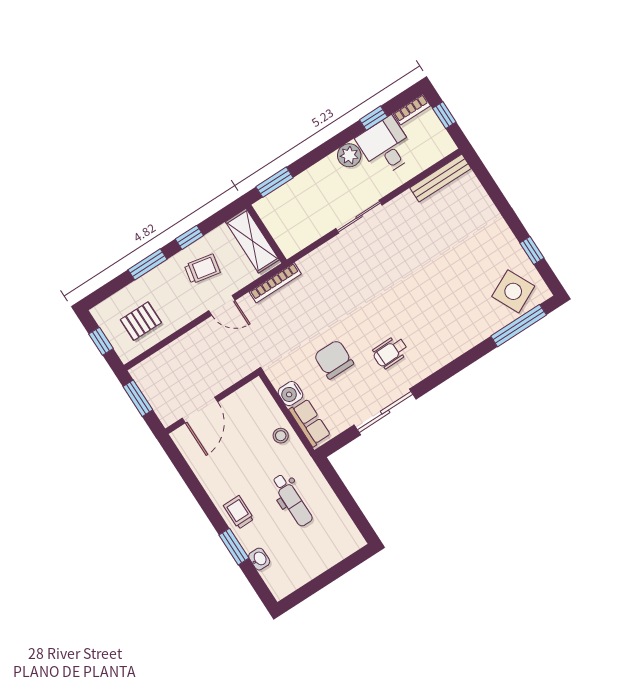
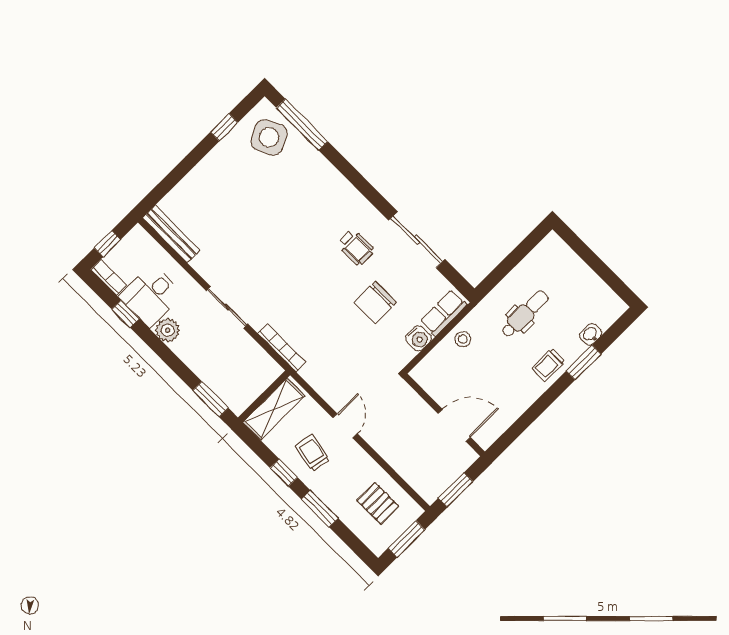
bookcase: (275, 283) -> (282, 348), moved
window: (101, 341) -> (406, 539), width x1.50

